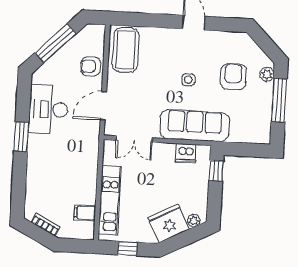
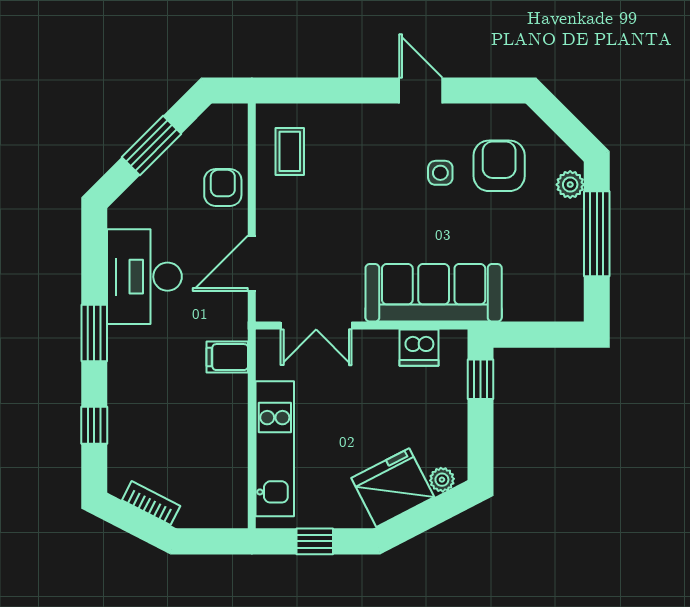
window: (56, 43) -> (151, 145), width x0.69
coffee table: (126, 50) -> (290, 151), width x0.54, depth x0.58
armchair: (91, 66) -> (223, 188), turned 90
armchair: (233, 77) -> (499, 166), moved
side table: (188, 80) -> (440, 173), moved
window: (19, 184) -> (94, 425), added
filing cabinet: (85, 213) -> (227, 357), moved

